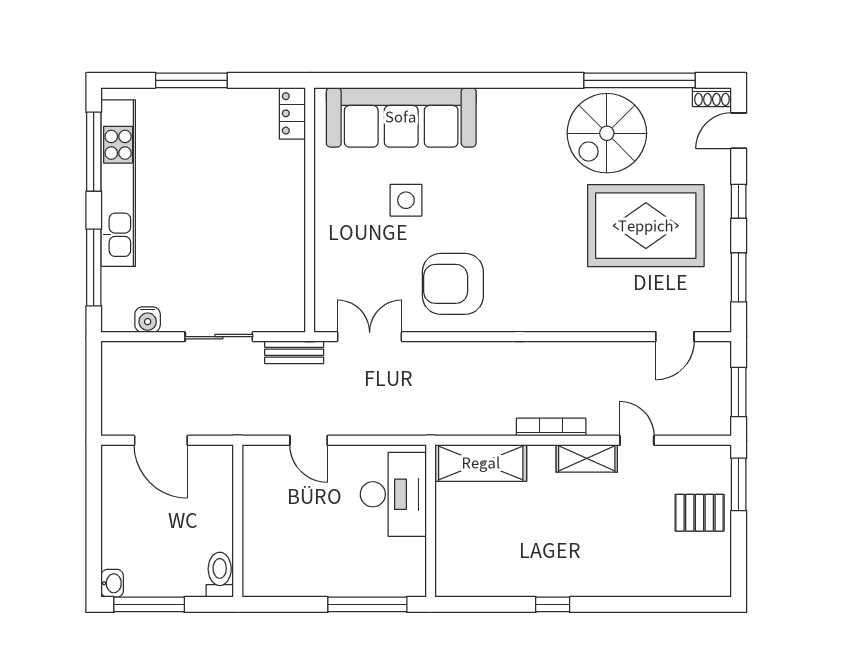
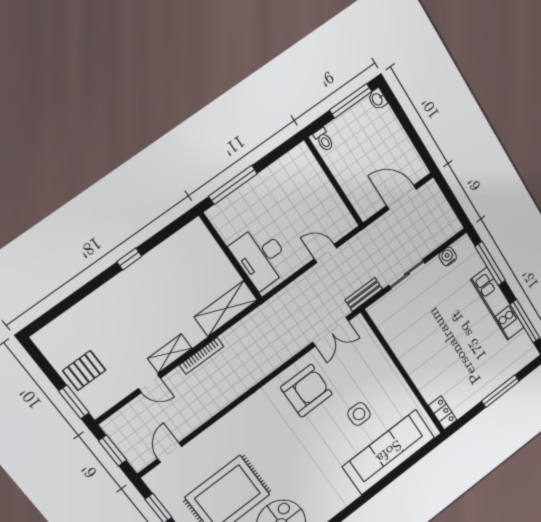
kitchen unit: (118, 183) -> (497, 304), width x0.73
toilet: (220, 575) -> (324, 140), width x0.73, depth x0.72

